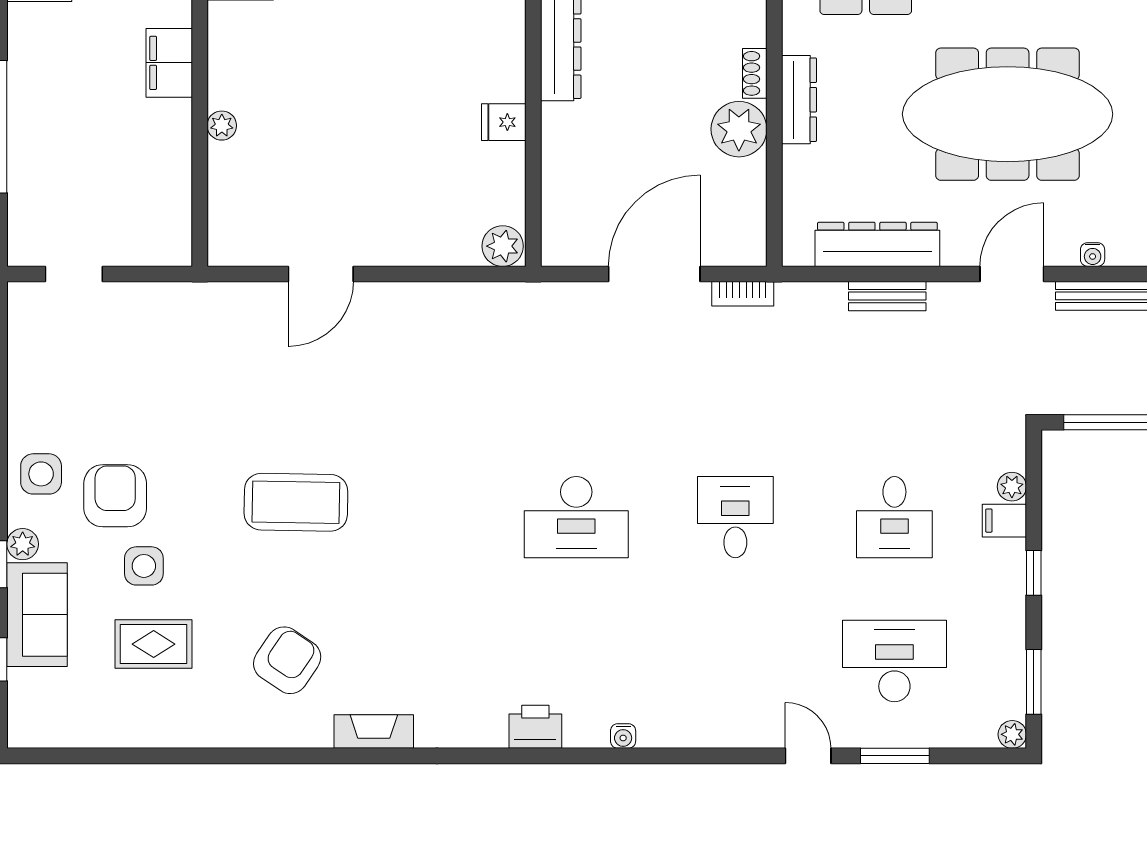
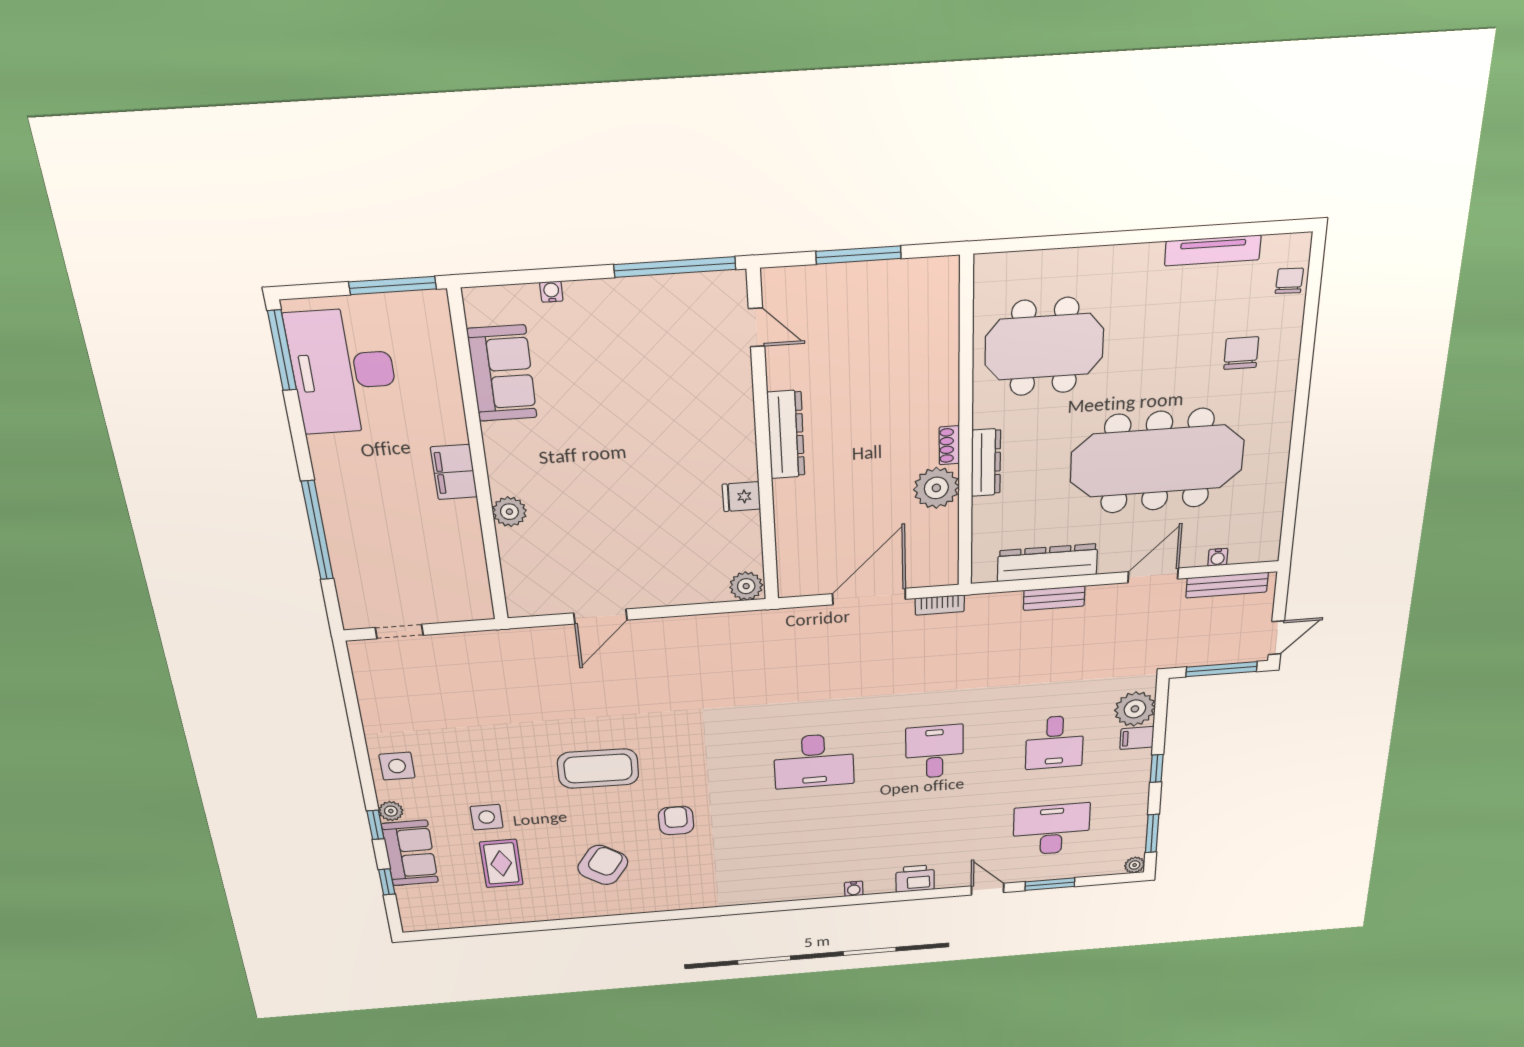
plant: (222, 126) -> (509, 512), width x1.38, depth x1.38
plant: (1012, 487) -> (1135, 709), width x1.87, depth x1.87
armchair: (115, 496) -> (676, 820), moved, width x0.72, depth x0.72
rug: (154, 644) -> (501, 863), turned 90
printer: (535, 727) -> (915, 879), moved
fireplace: (374, 732) -> (672, 901), removed

